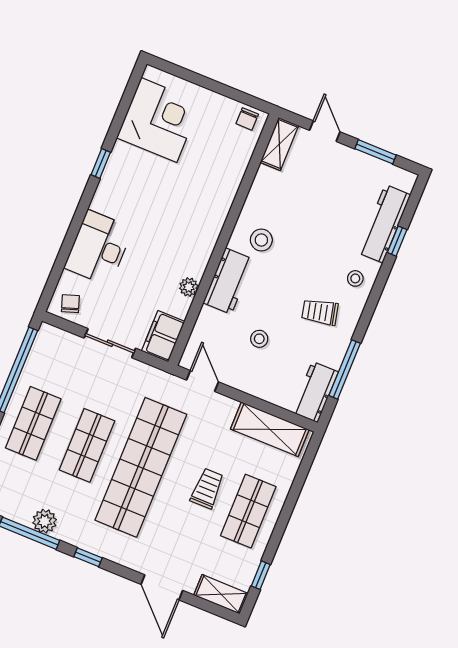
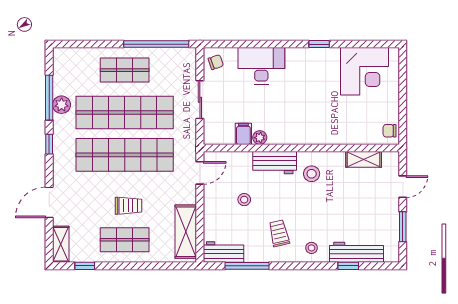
shelving: (279, 144) -> (364, 159), moved
filing cabinet: (163, 336) -> (243, 134), moved, width x0.50
shop shelf: (87, 445) -> (125, 113), width x2.00, depth x1.36

